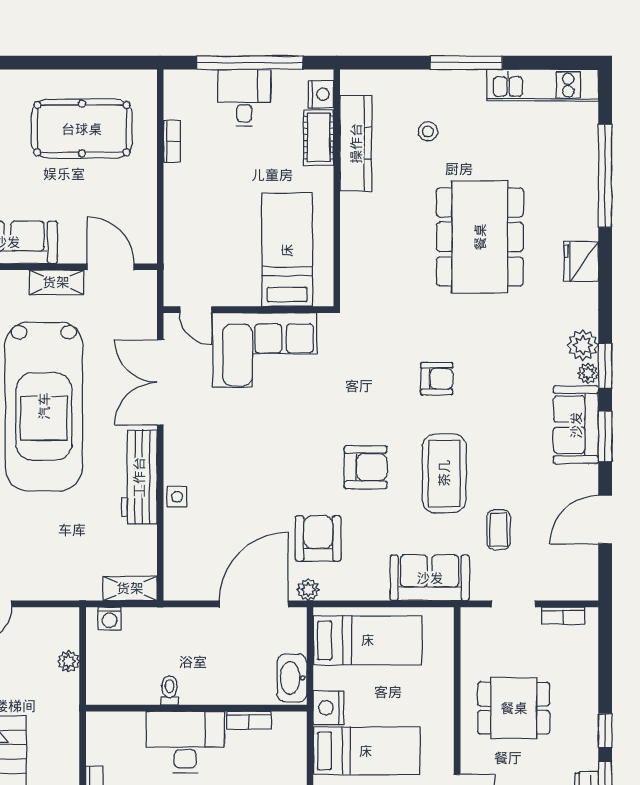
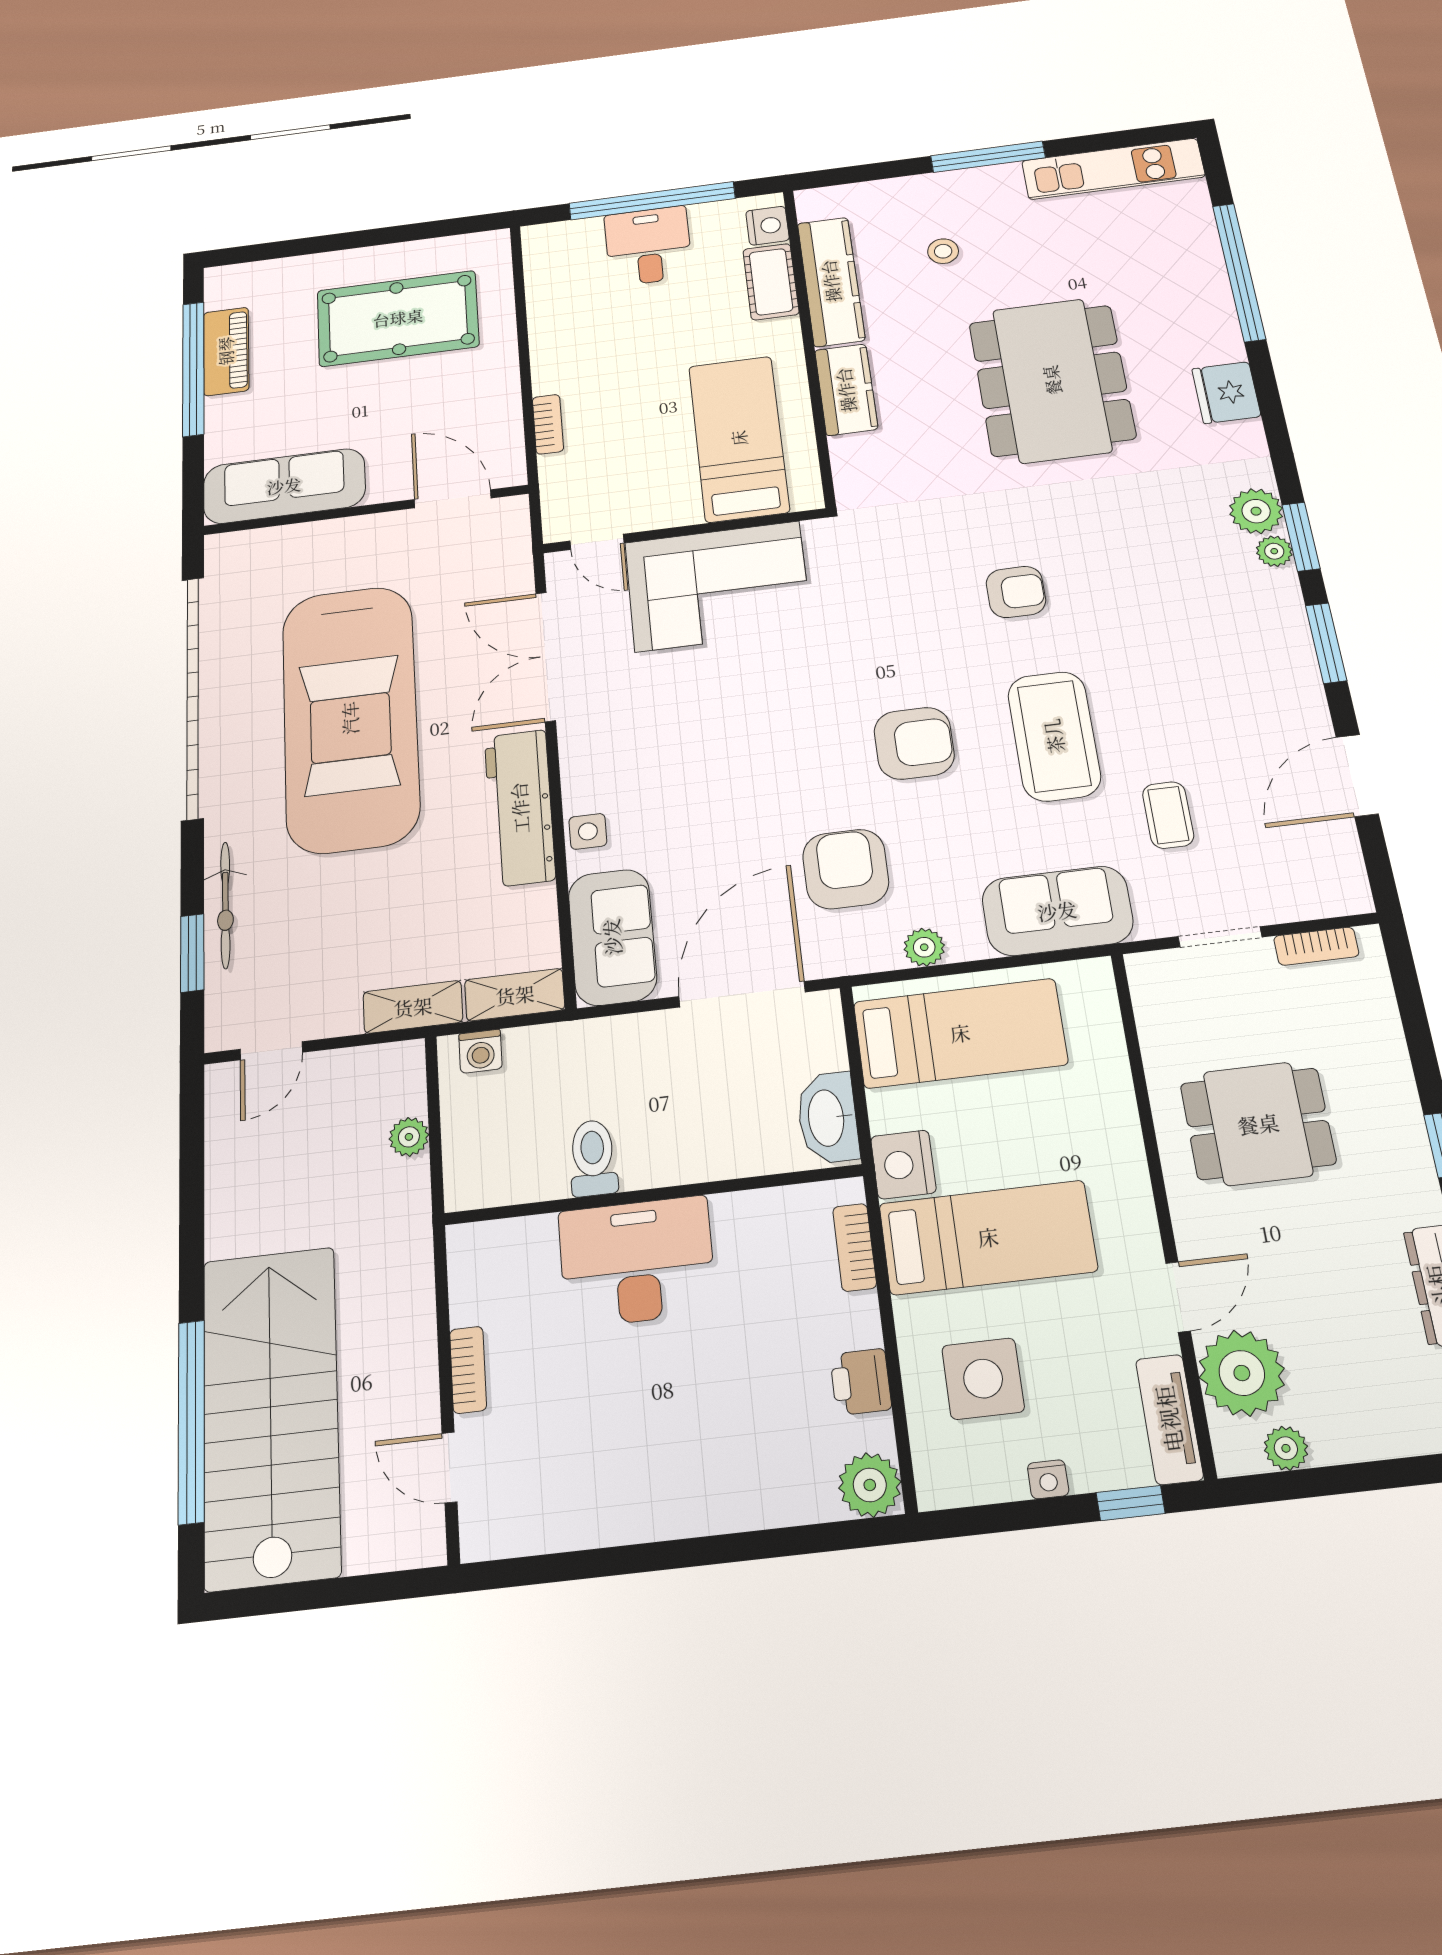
bookcase: (172, 141) -> (548, 424), moved
kitchen counter: (356, 225) -> (846, 390), added
shelving: (56, 282) -> (413, 1007), moved
sofa: (576, 425) -> (612, 937), moved, turned 180
plant: (308, 590) -> (924, 947), moved
toilet: (170, 690) -> (593, 1158), width x1.37, depth x1.39
bookcase: (249, 720) -> (855, 1247), moved, turned 90

